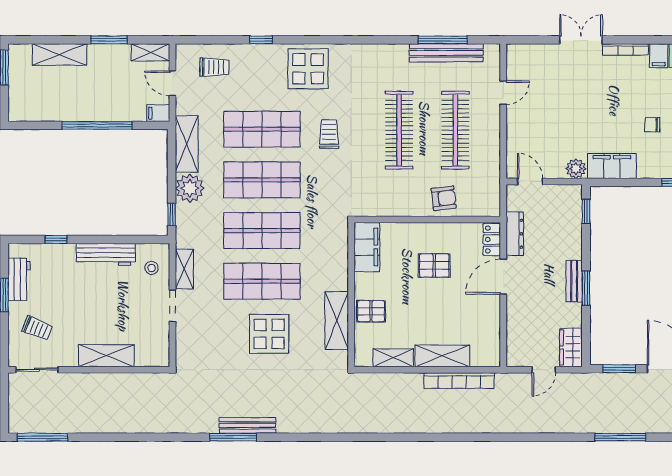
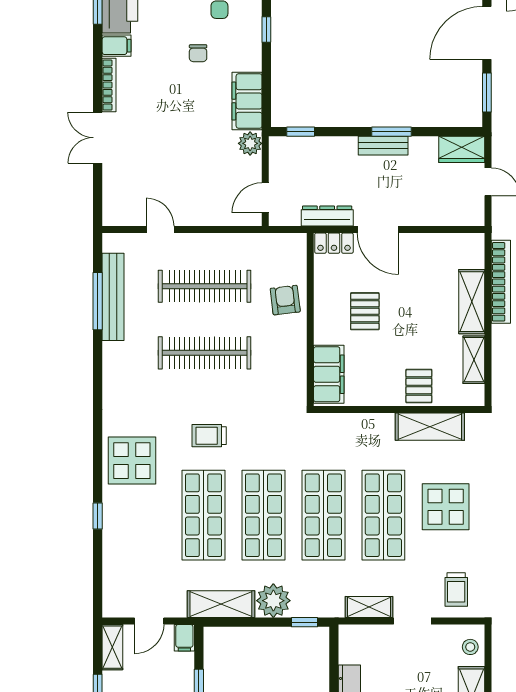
trolley: (214, 67) -> (456, 589), moved, turned 180
filing cabinet: (367, 247) -> (329, 374), moved, turned 90
stool: (152, 268) -> (470, 647), moved

